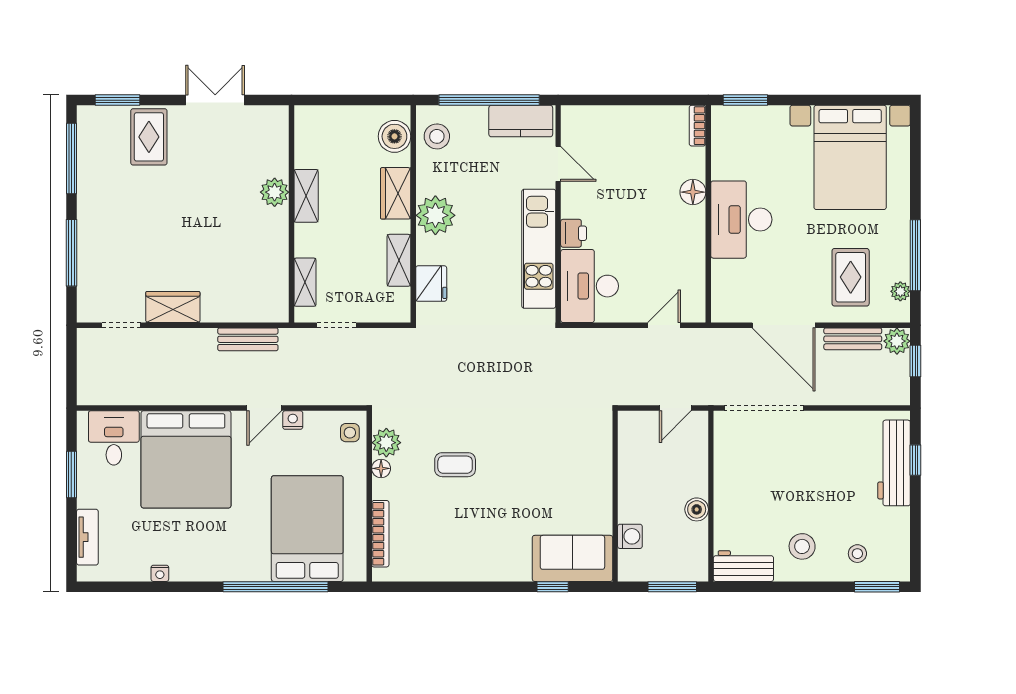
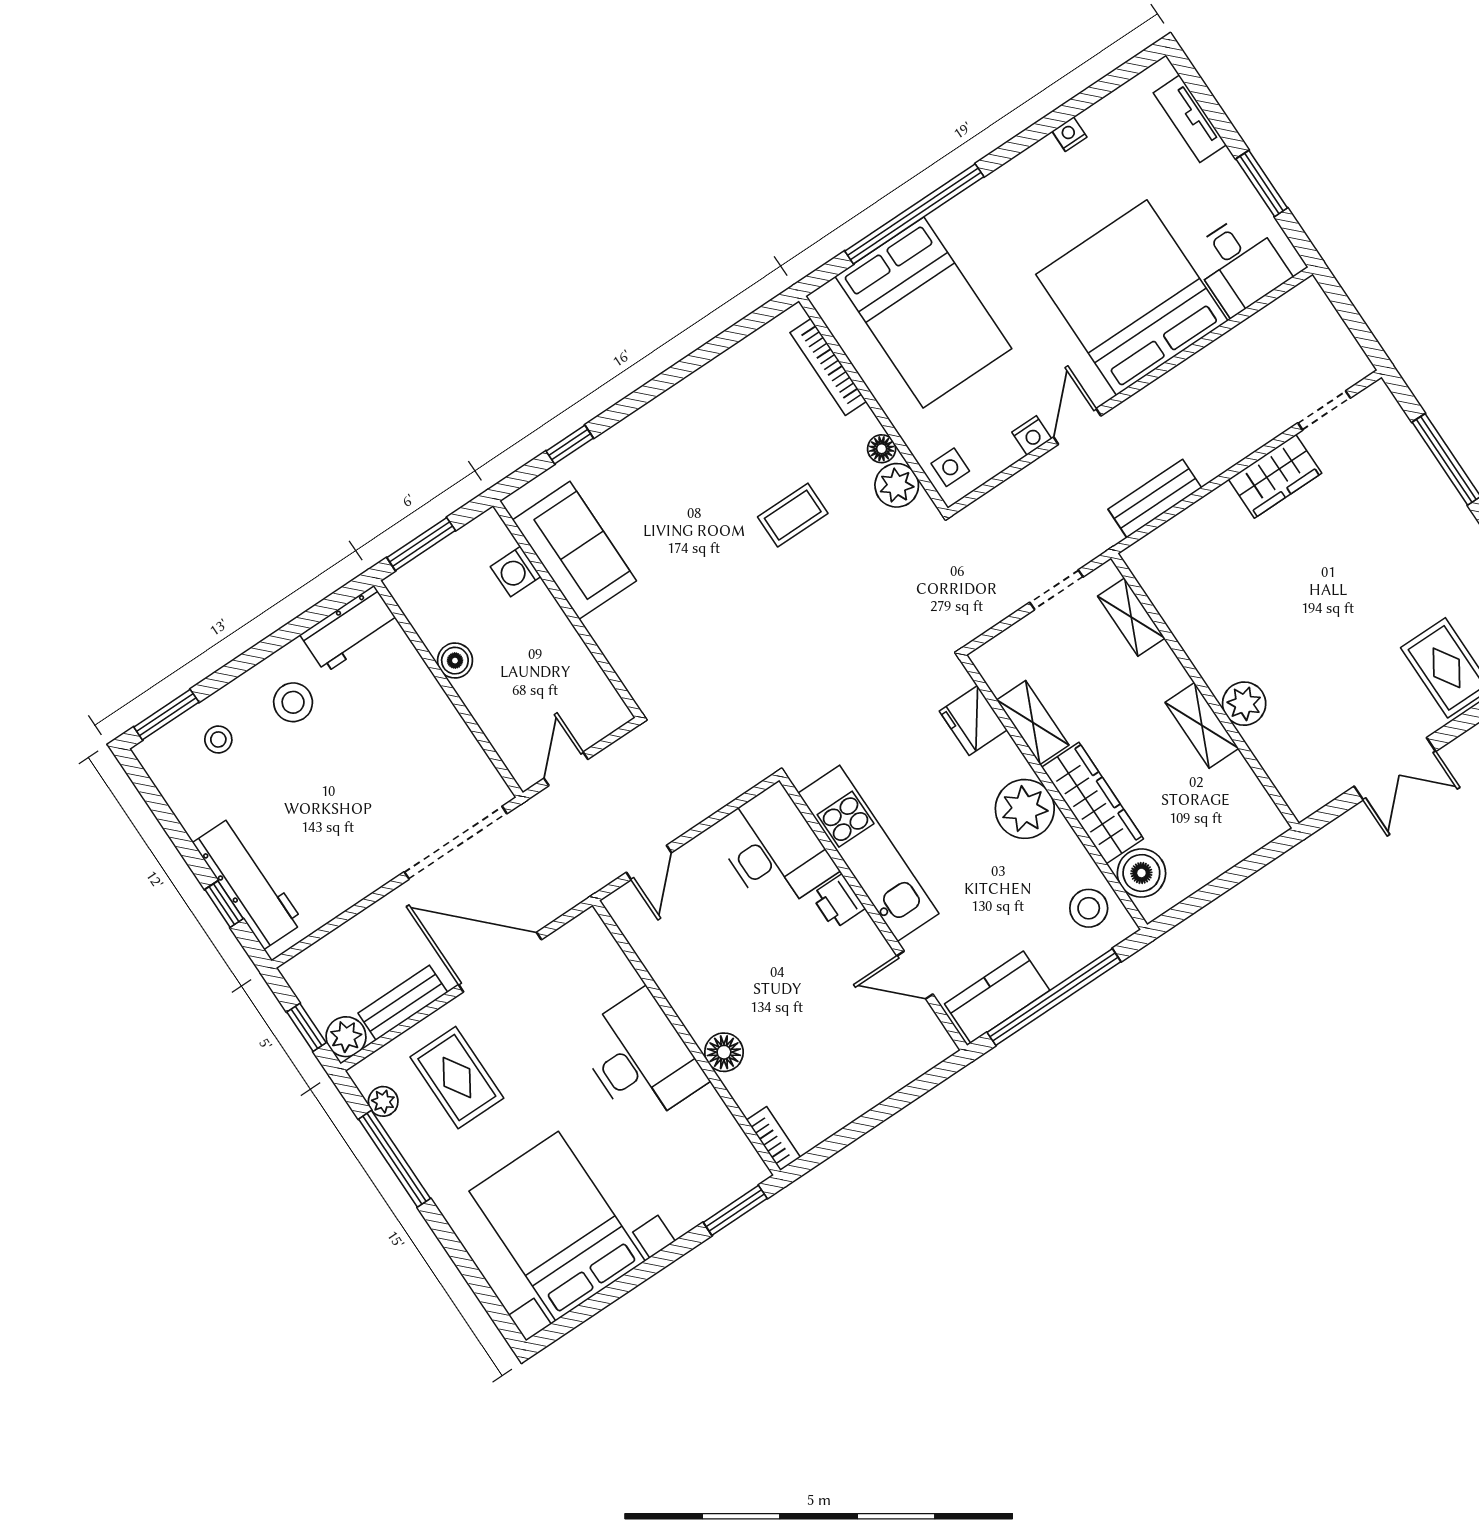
wardrobe: (396, 193) -> (1093, 803), width x1.50
sofa: (572, 558) -> (574, 550), moved, turned -90

